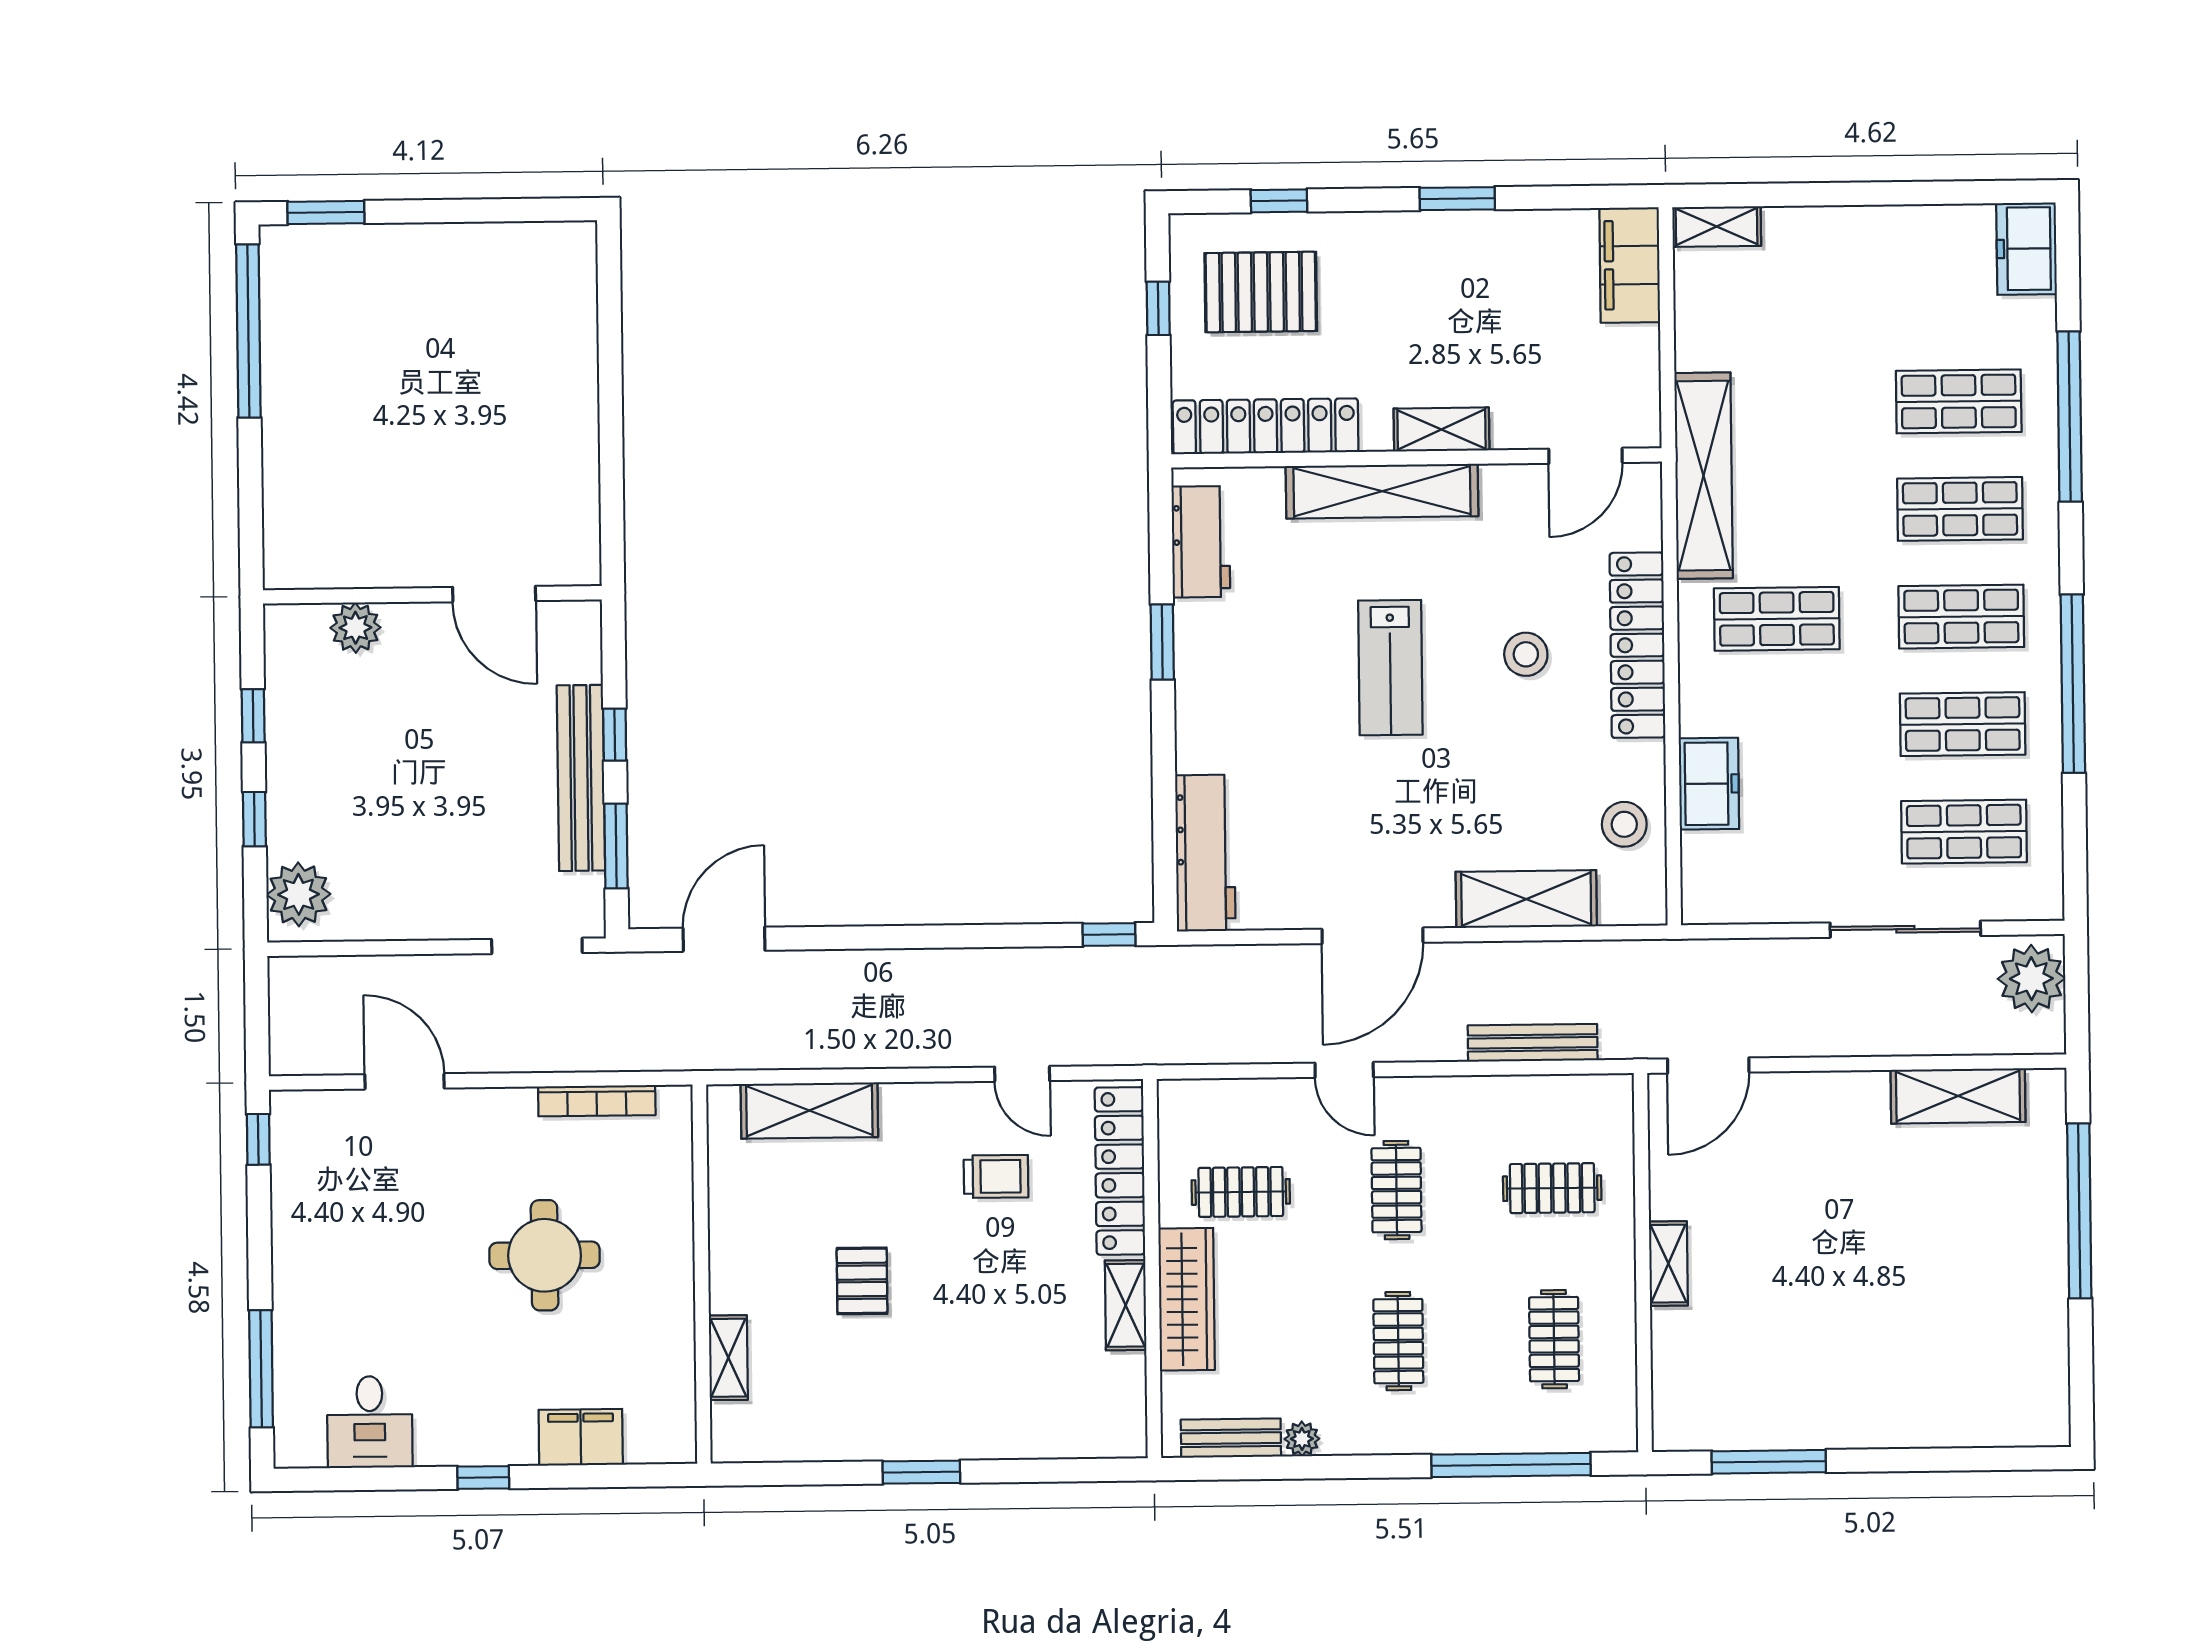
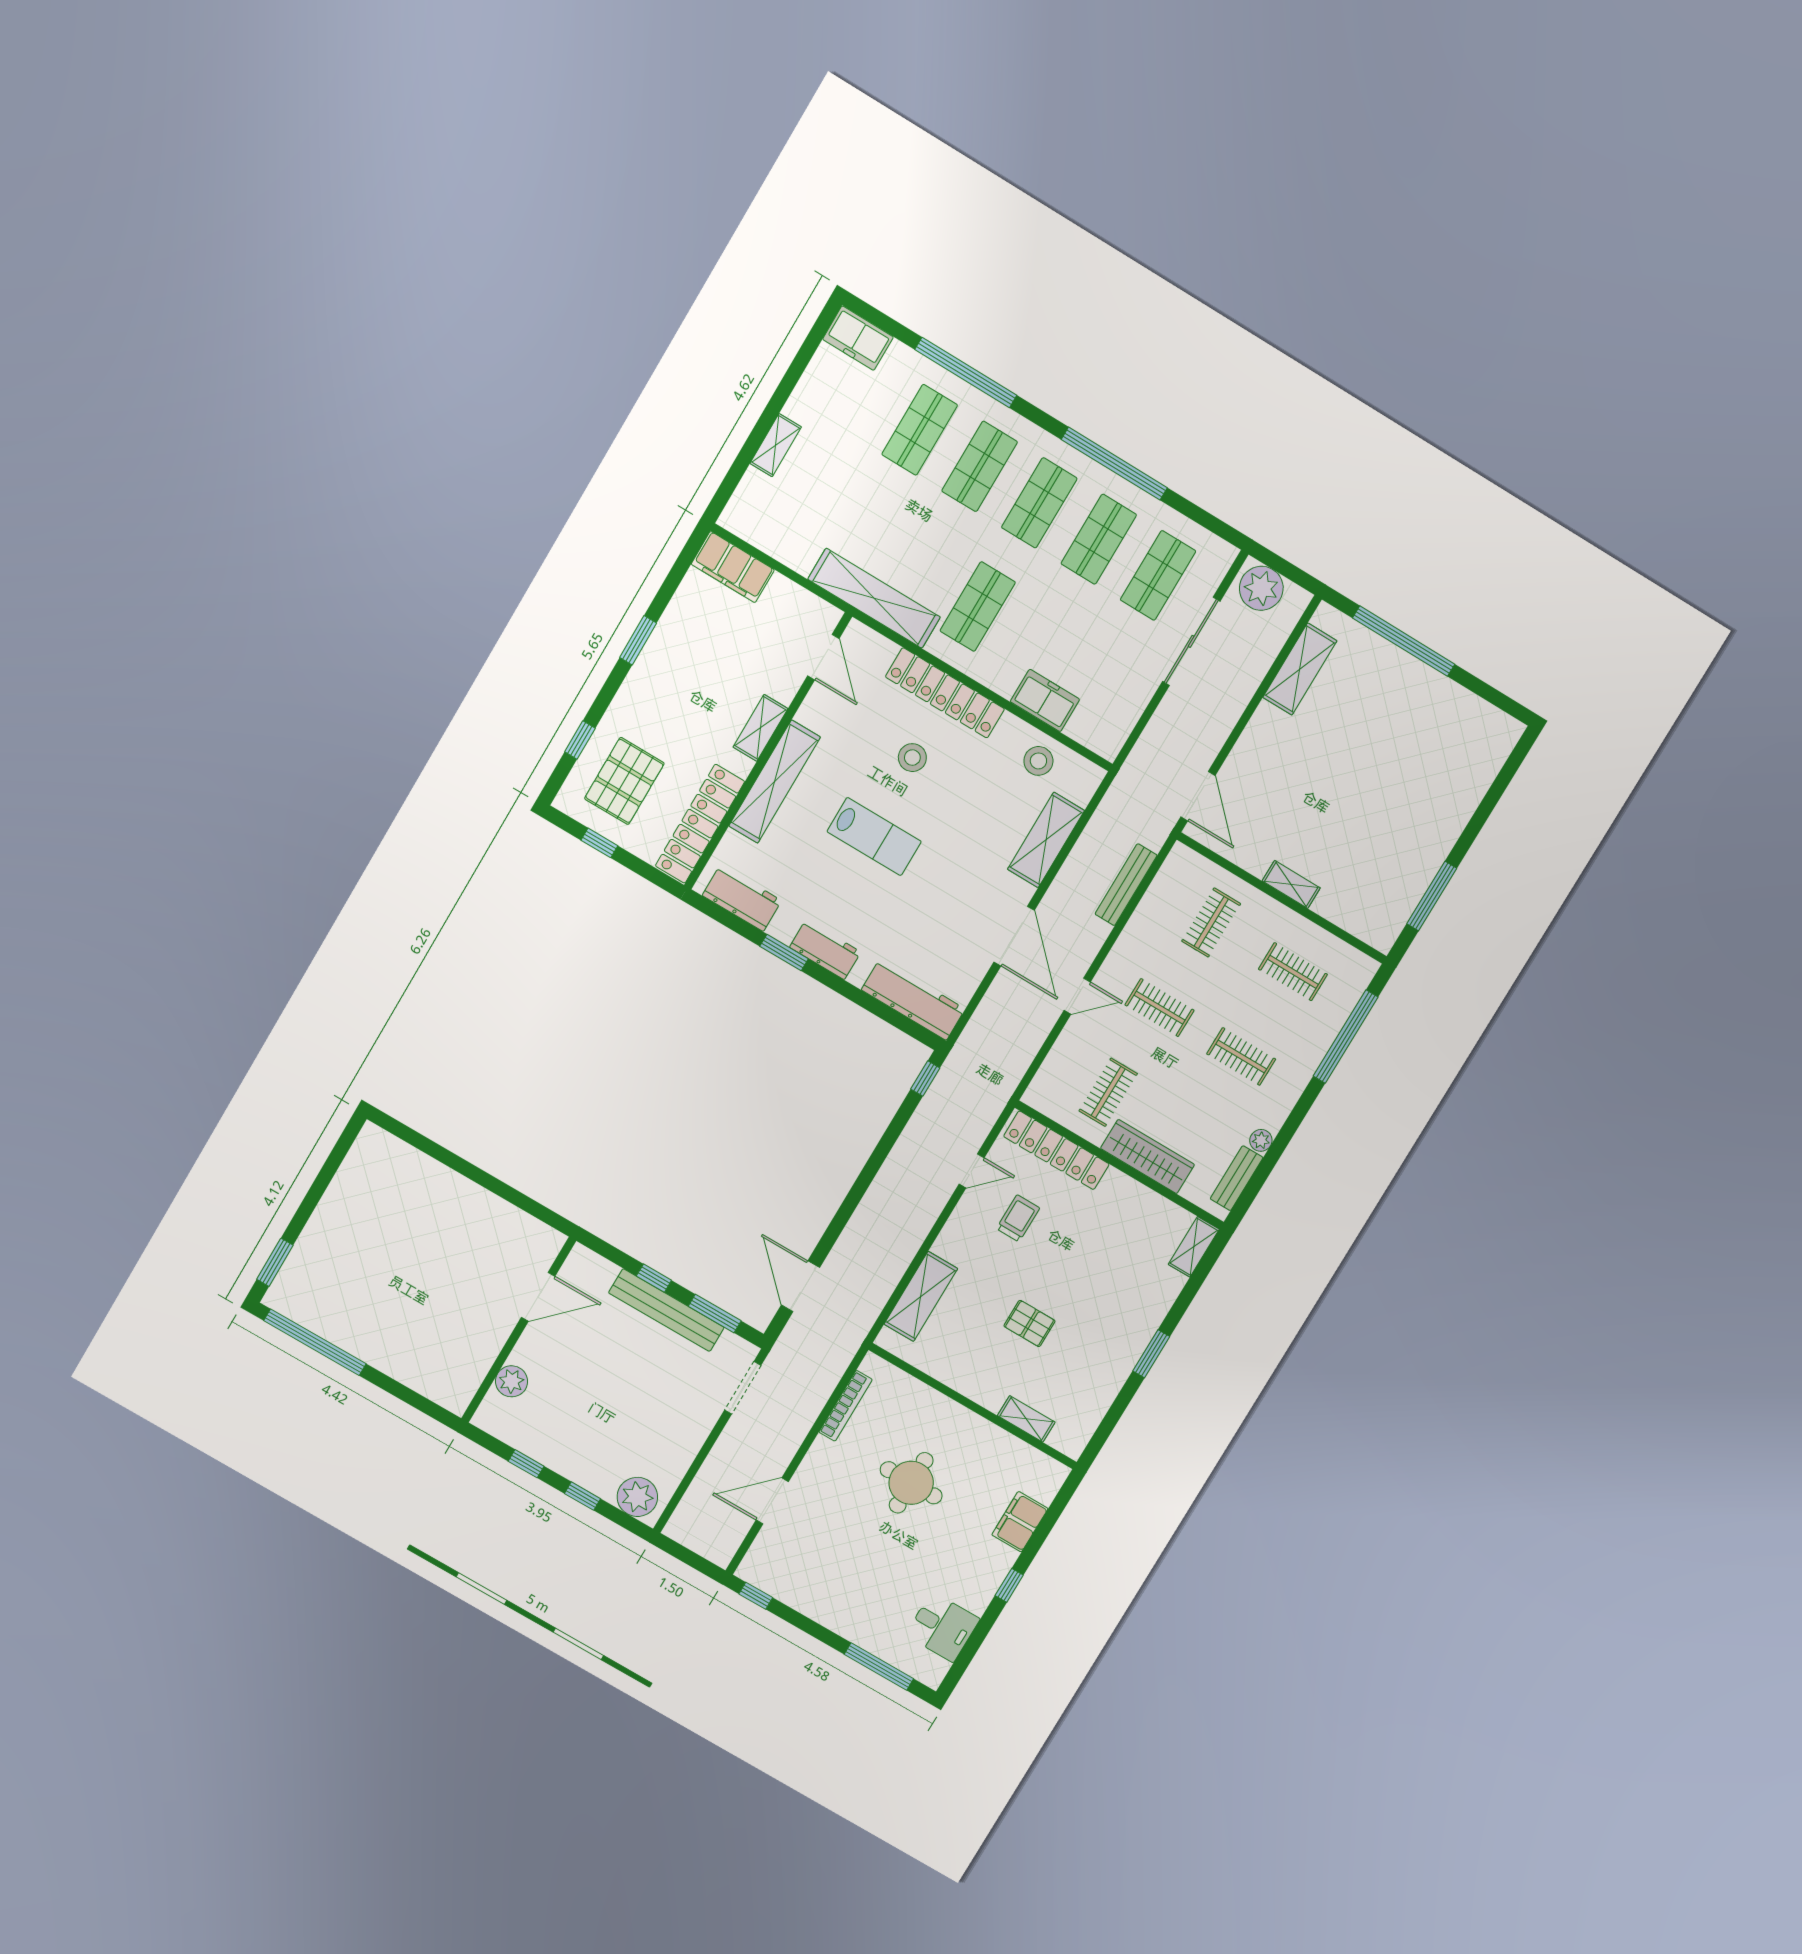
shelving: (1717, 226) -> (776, 445), moved
workbench: (1200, 695) -> (825, 950), added
shelving: (1126, 1305) -> (1194, 1247), moved, turned 90

